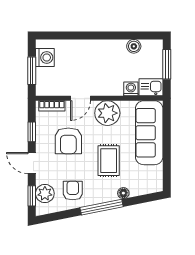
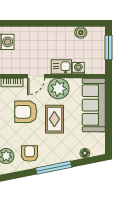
kitchen sink: (151, 87) -> (61, 67), moved
armchair: (68, 141) -> (26, 112), turned 90
rug: (109, 161) -> (54, 119), moved
floor lamp: (123, 193) -> (85, 153), moved

